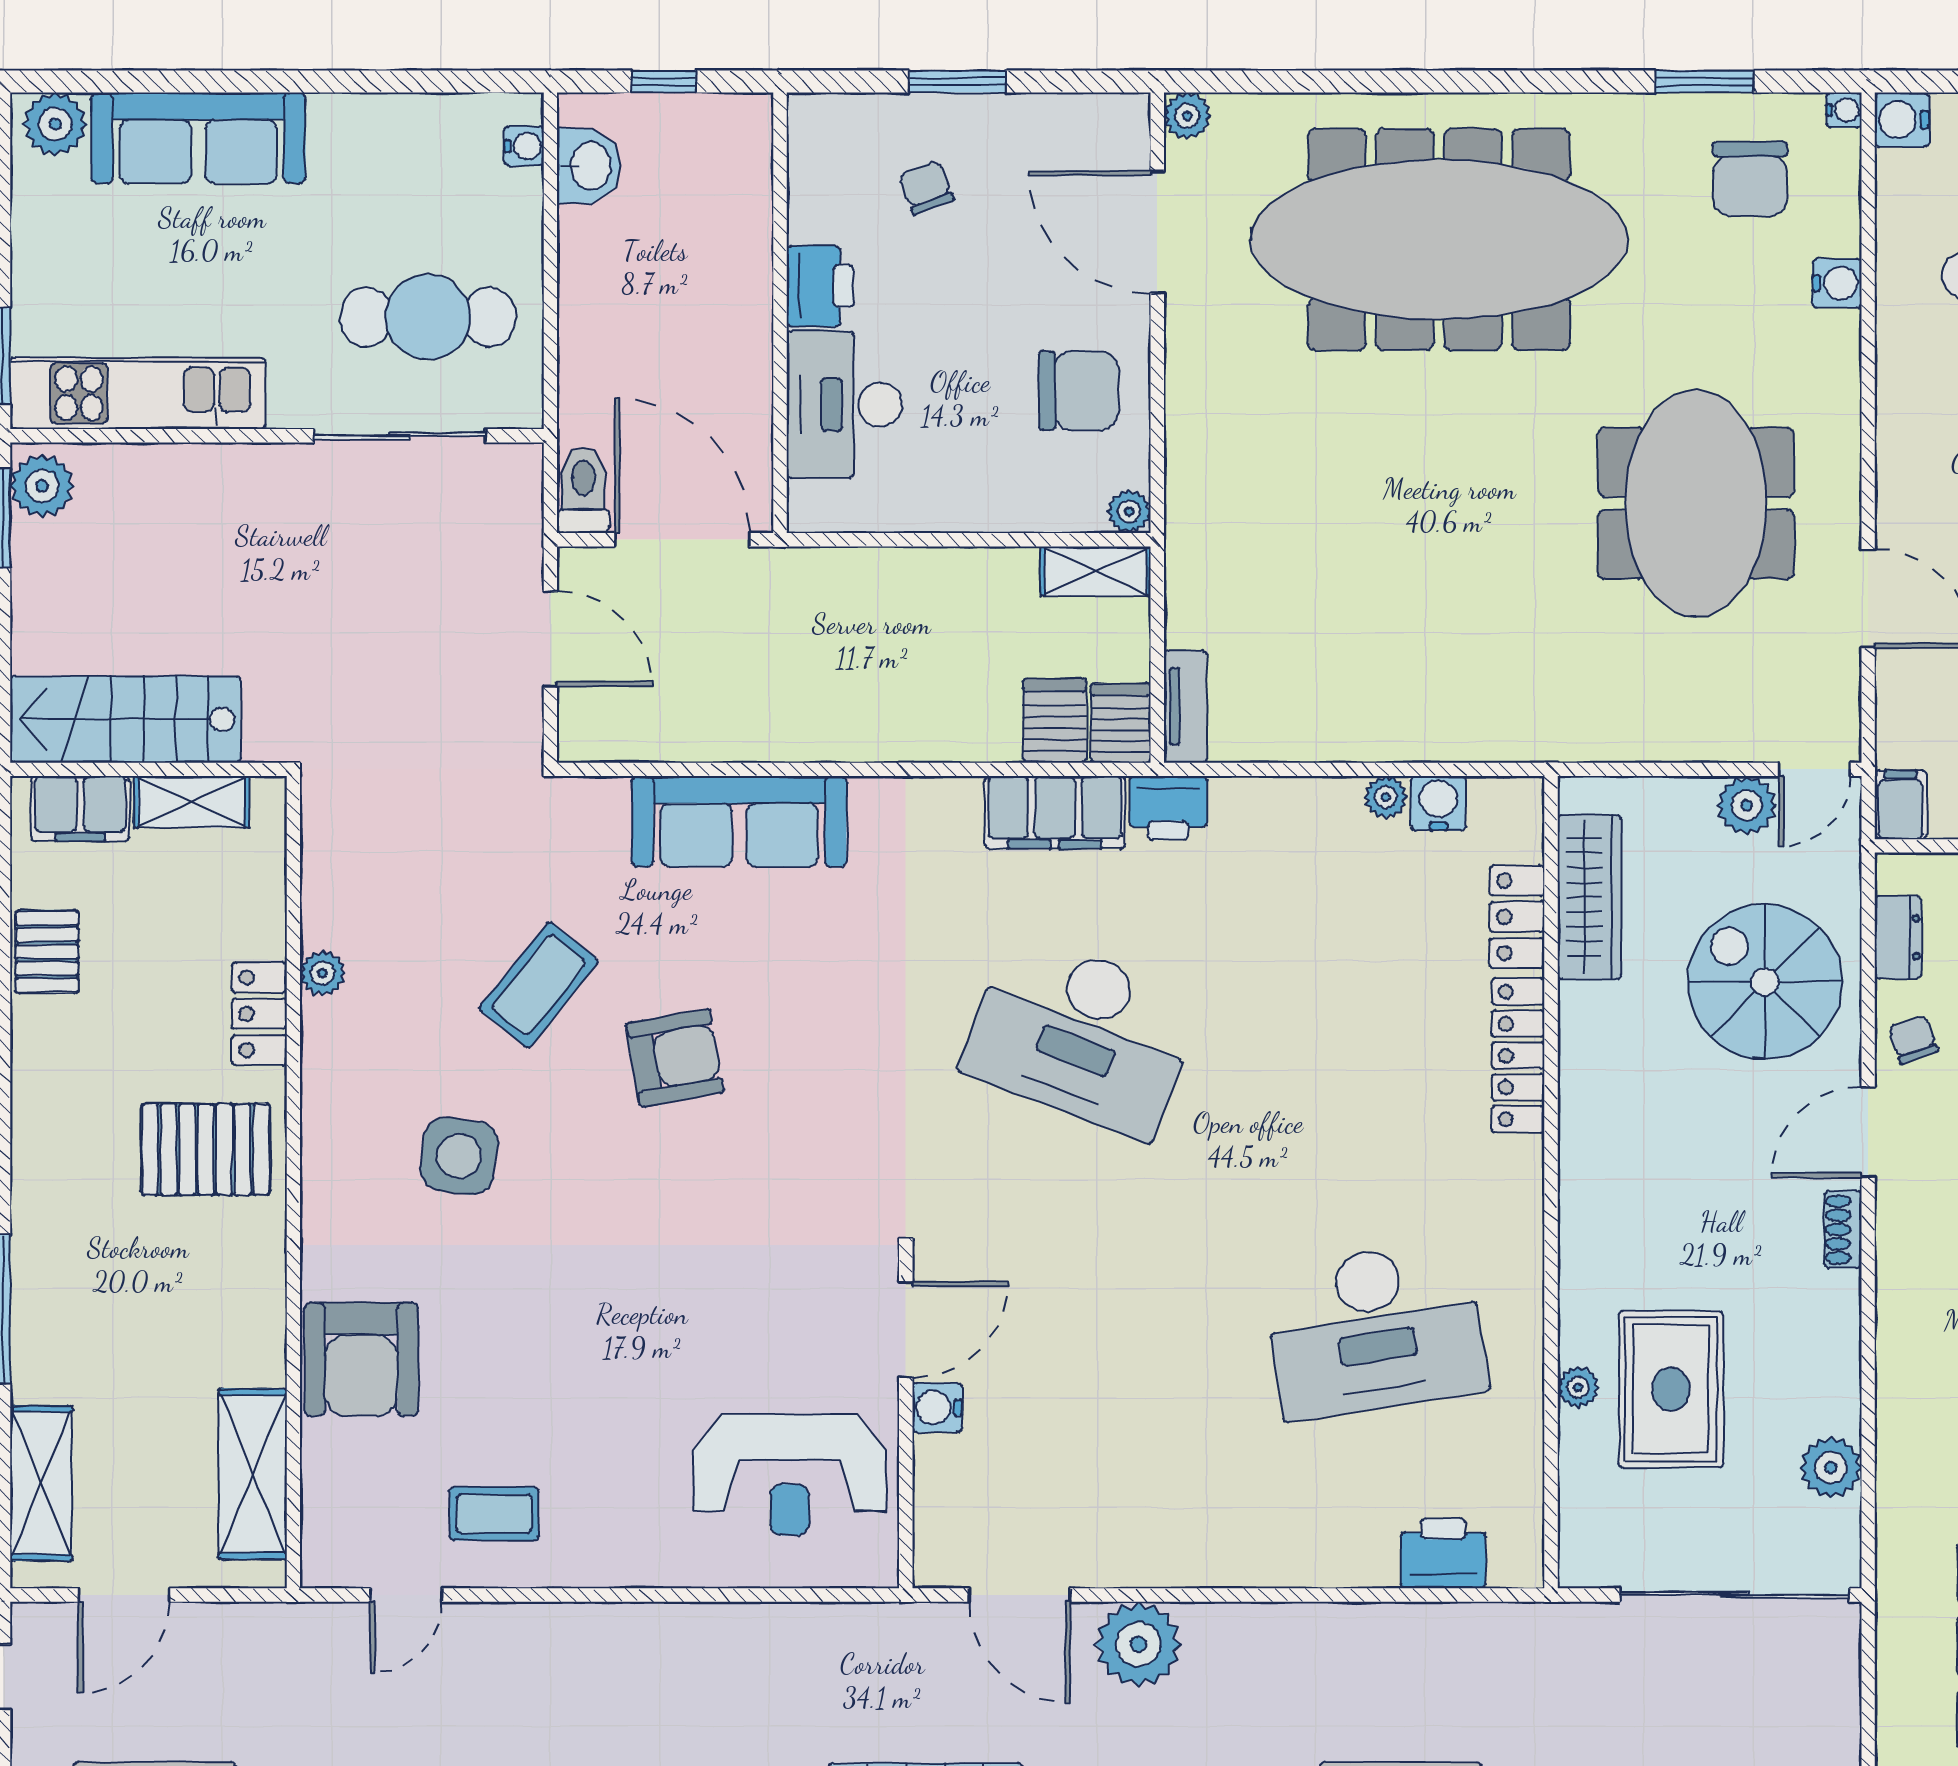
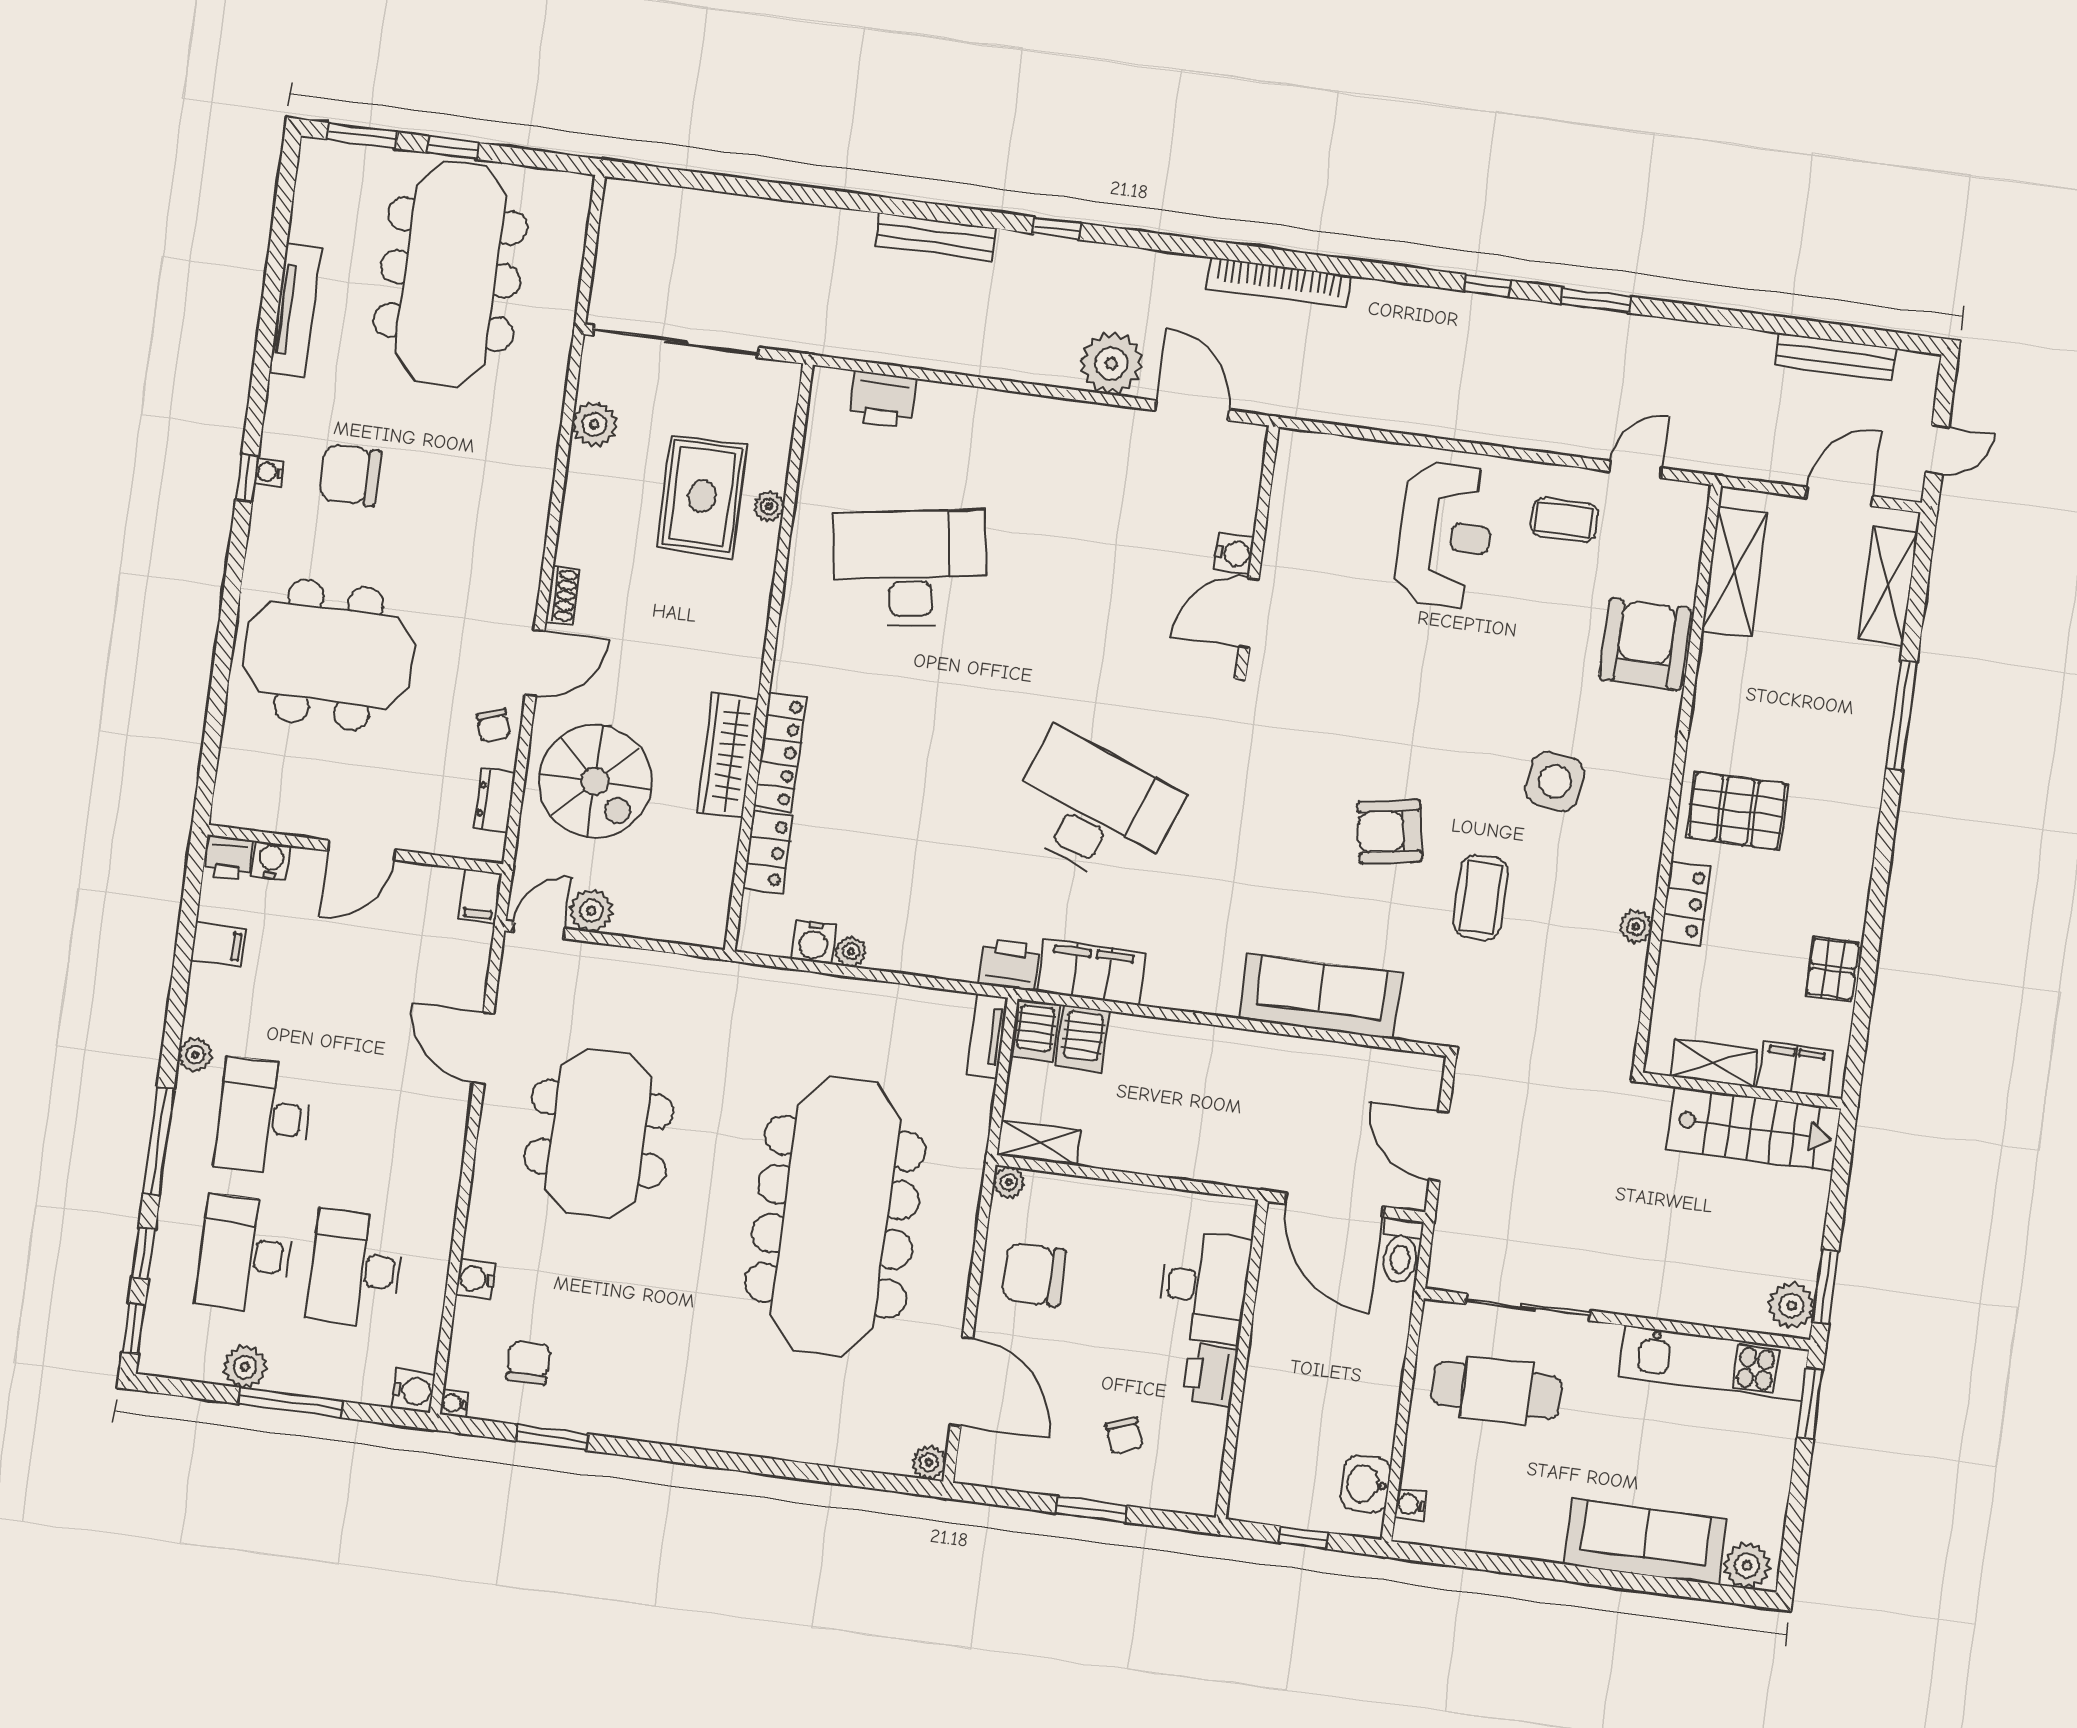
chair: (1750, 179) -> (528, 1363), width x0.73, depth x0.73
meeting table: (1439, 240) -> (835, 1217), moved, turned 90
wardrobe: (1589, 897) -> (728, 755), moved
coffee table: (539, 985) -> (1481, 897), turned -39
reception desk: (790, 1475) -> (1445, 535), moved, turned 90

